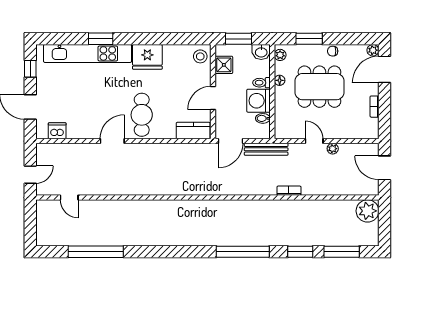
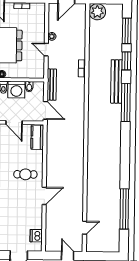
cafe table: (142, 115) -> (25, 174), width x0.73, depth x0.74
door: (112, 141) -> (44, 196), swing flipped
door: (314, 141) -> (46, 50), hinge flipped
bench: (272, 239) -> (116, 81), added

